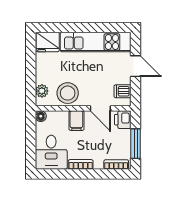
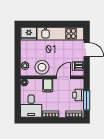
door: (100, 108) -> (63, 77), swing flipped
printer: (123, 120) -> (78, 95), moved

